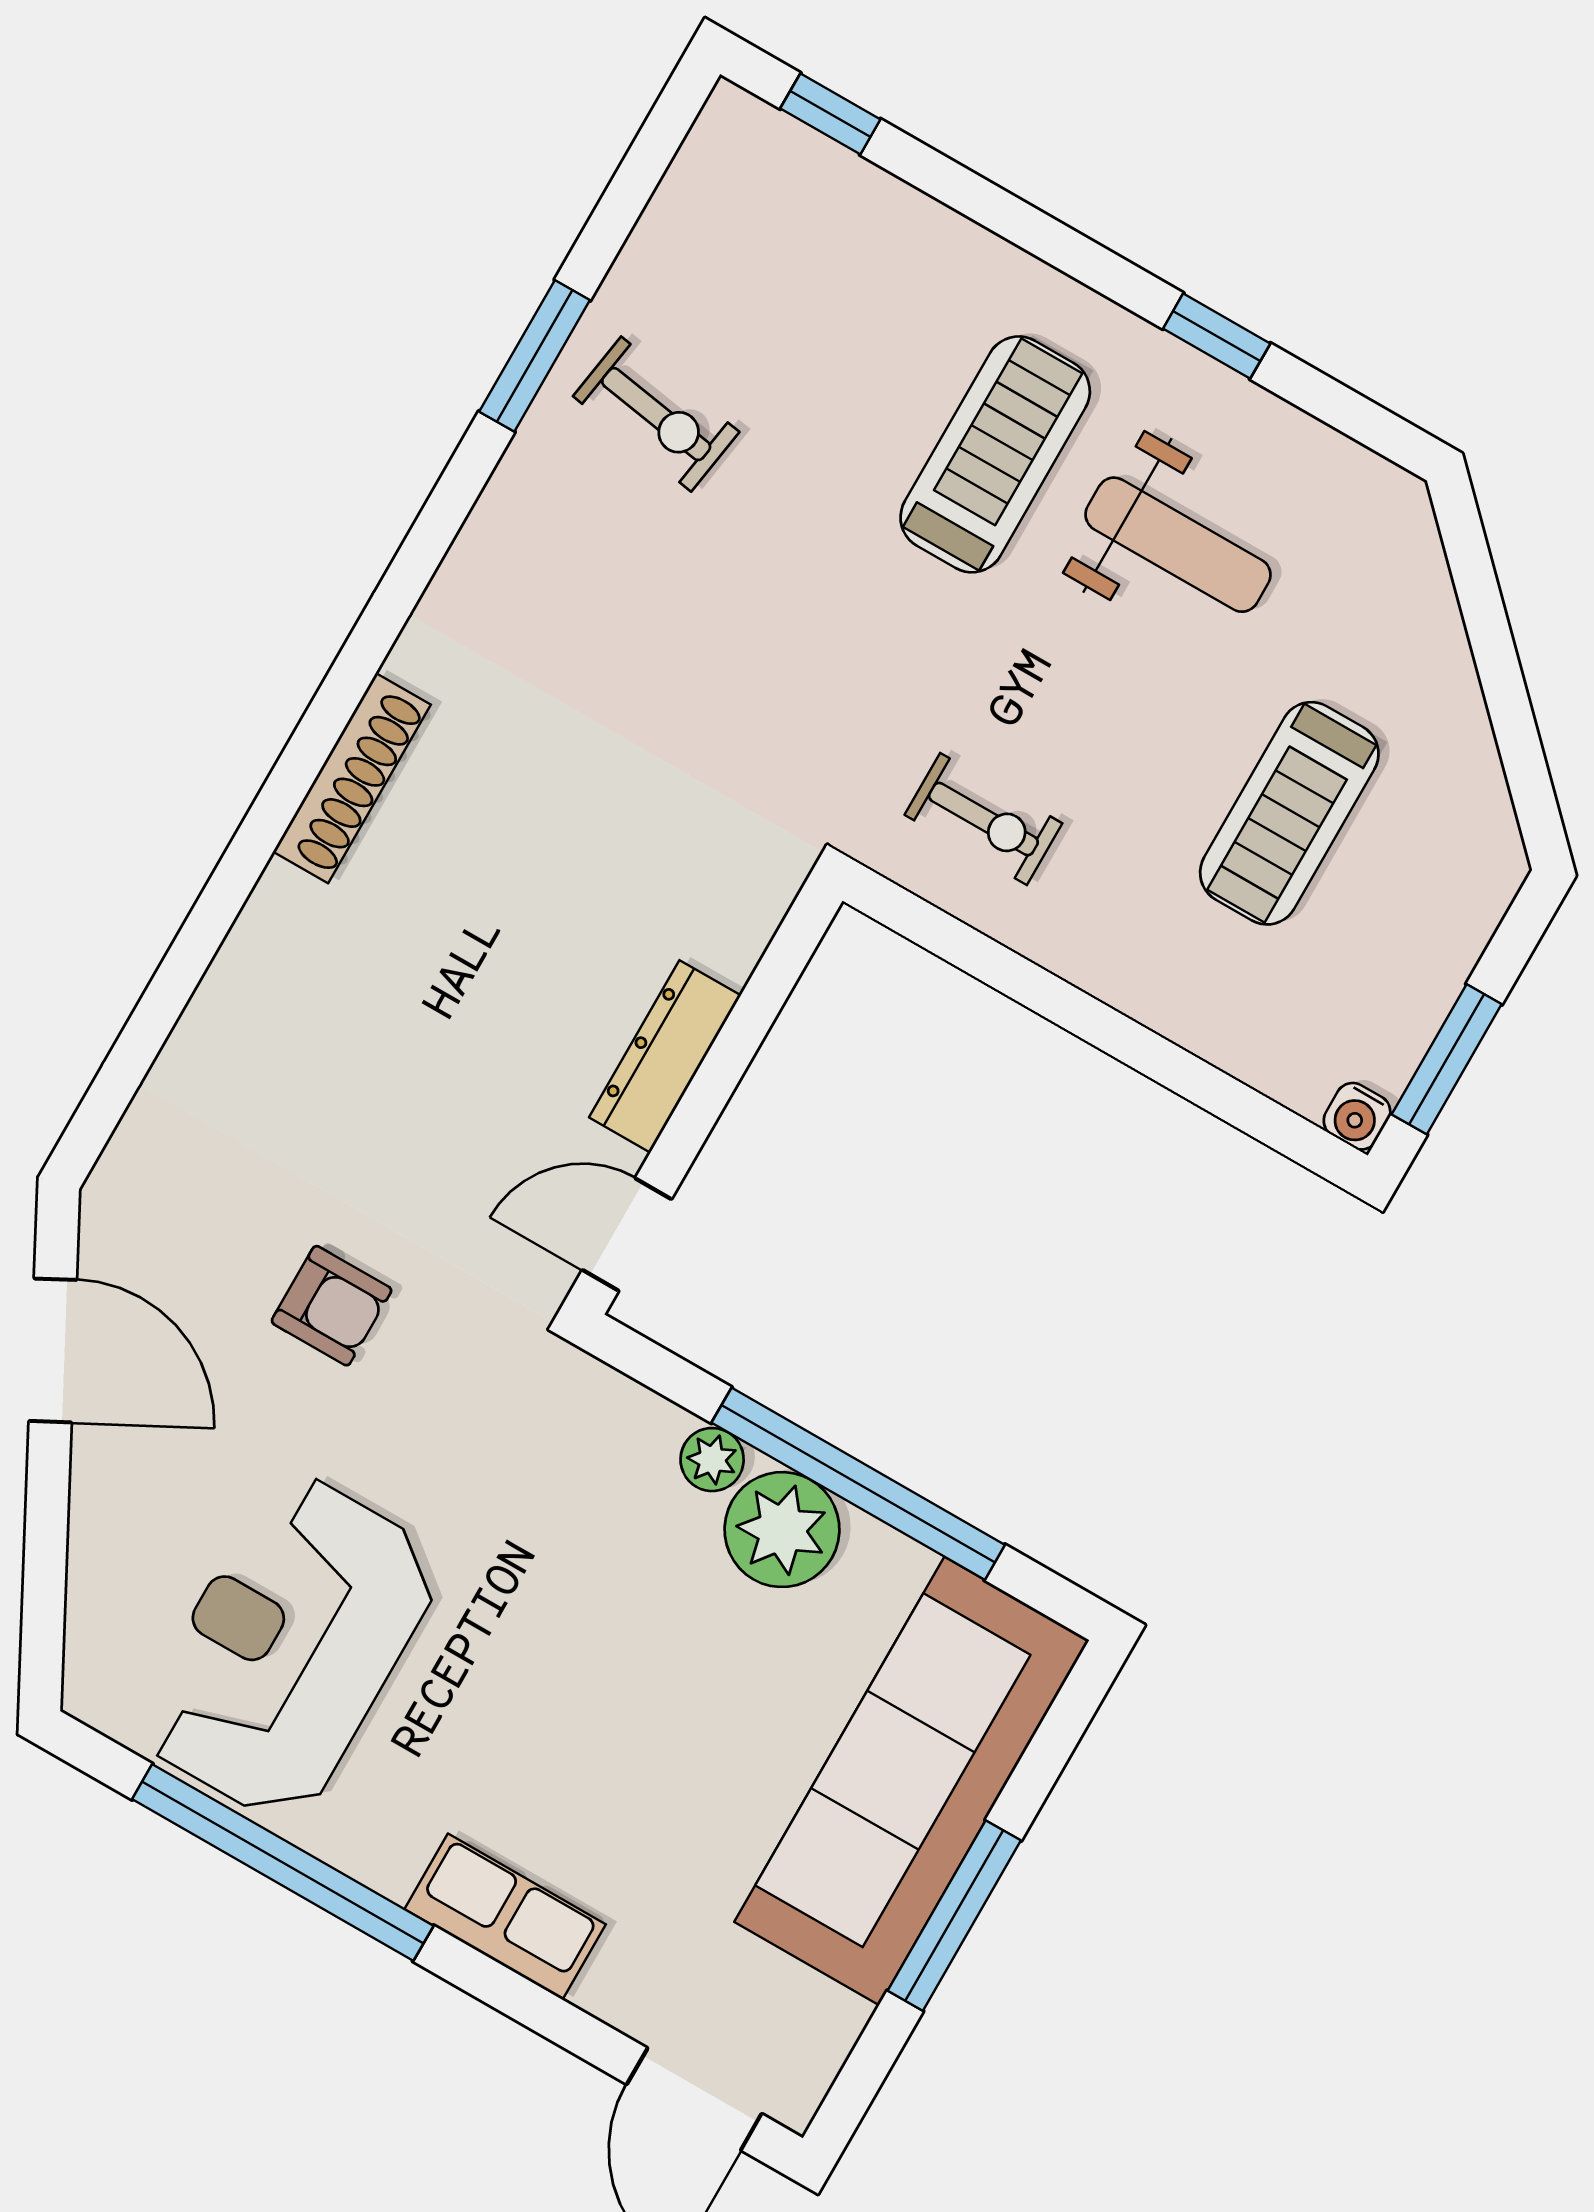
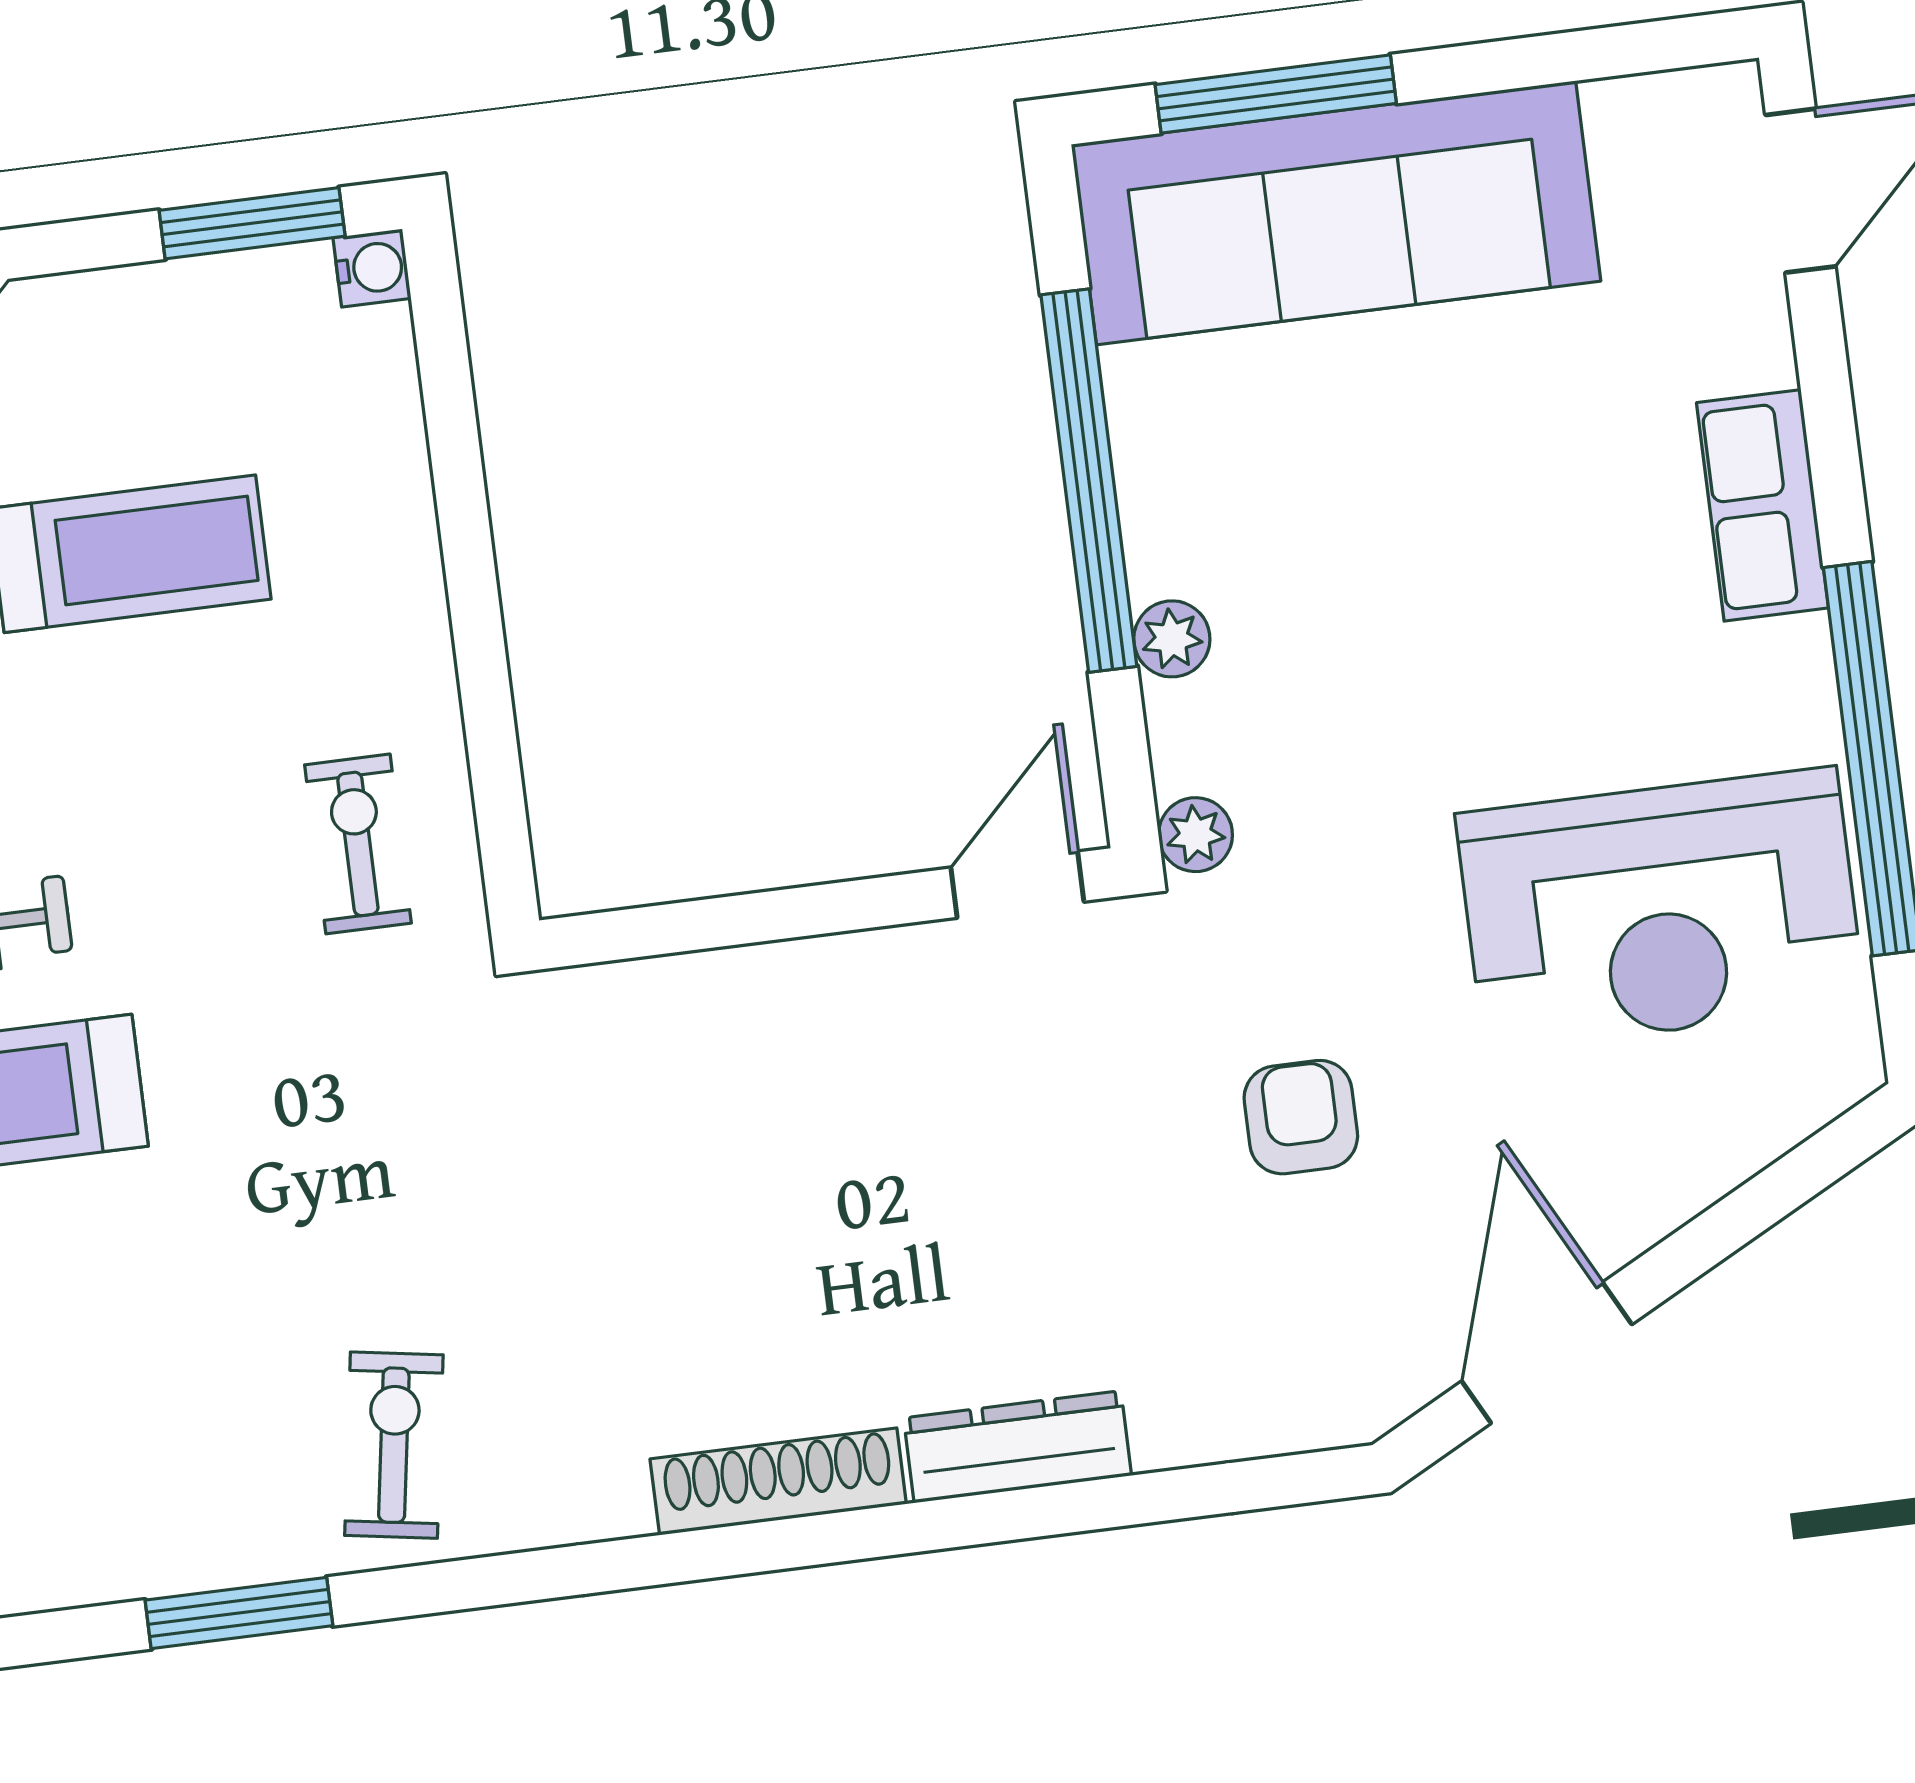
exercise bike: (656, 414) -> (394, 1445), moved
dresser: (665, 1056) -> (1018, 1447), moved, turned 180
door: (627, 1235) -> (1017, 885), swing flipped
plant: (782, 1530) -> (1195, 835), moved, width x0.53, depth x0.53
window: (954, 1916) -> (1276, 94), moved

